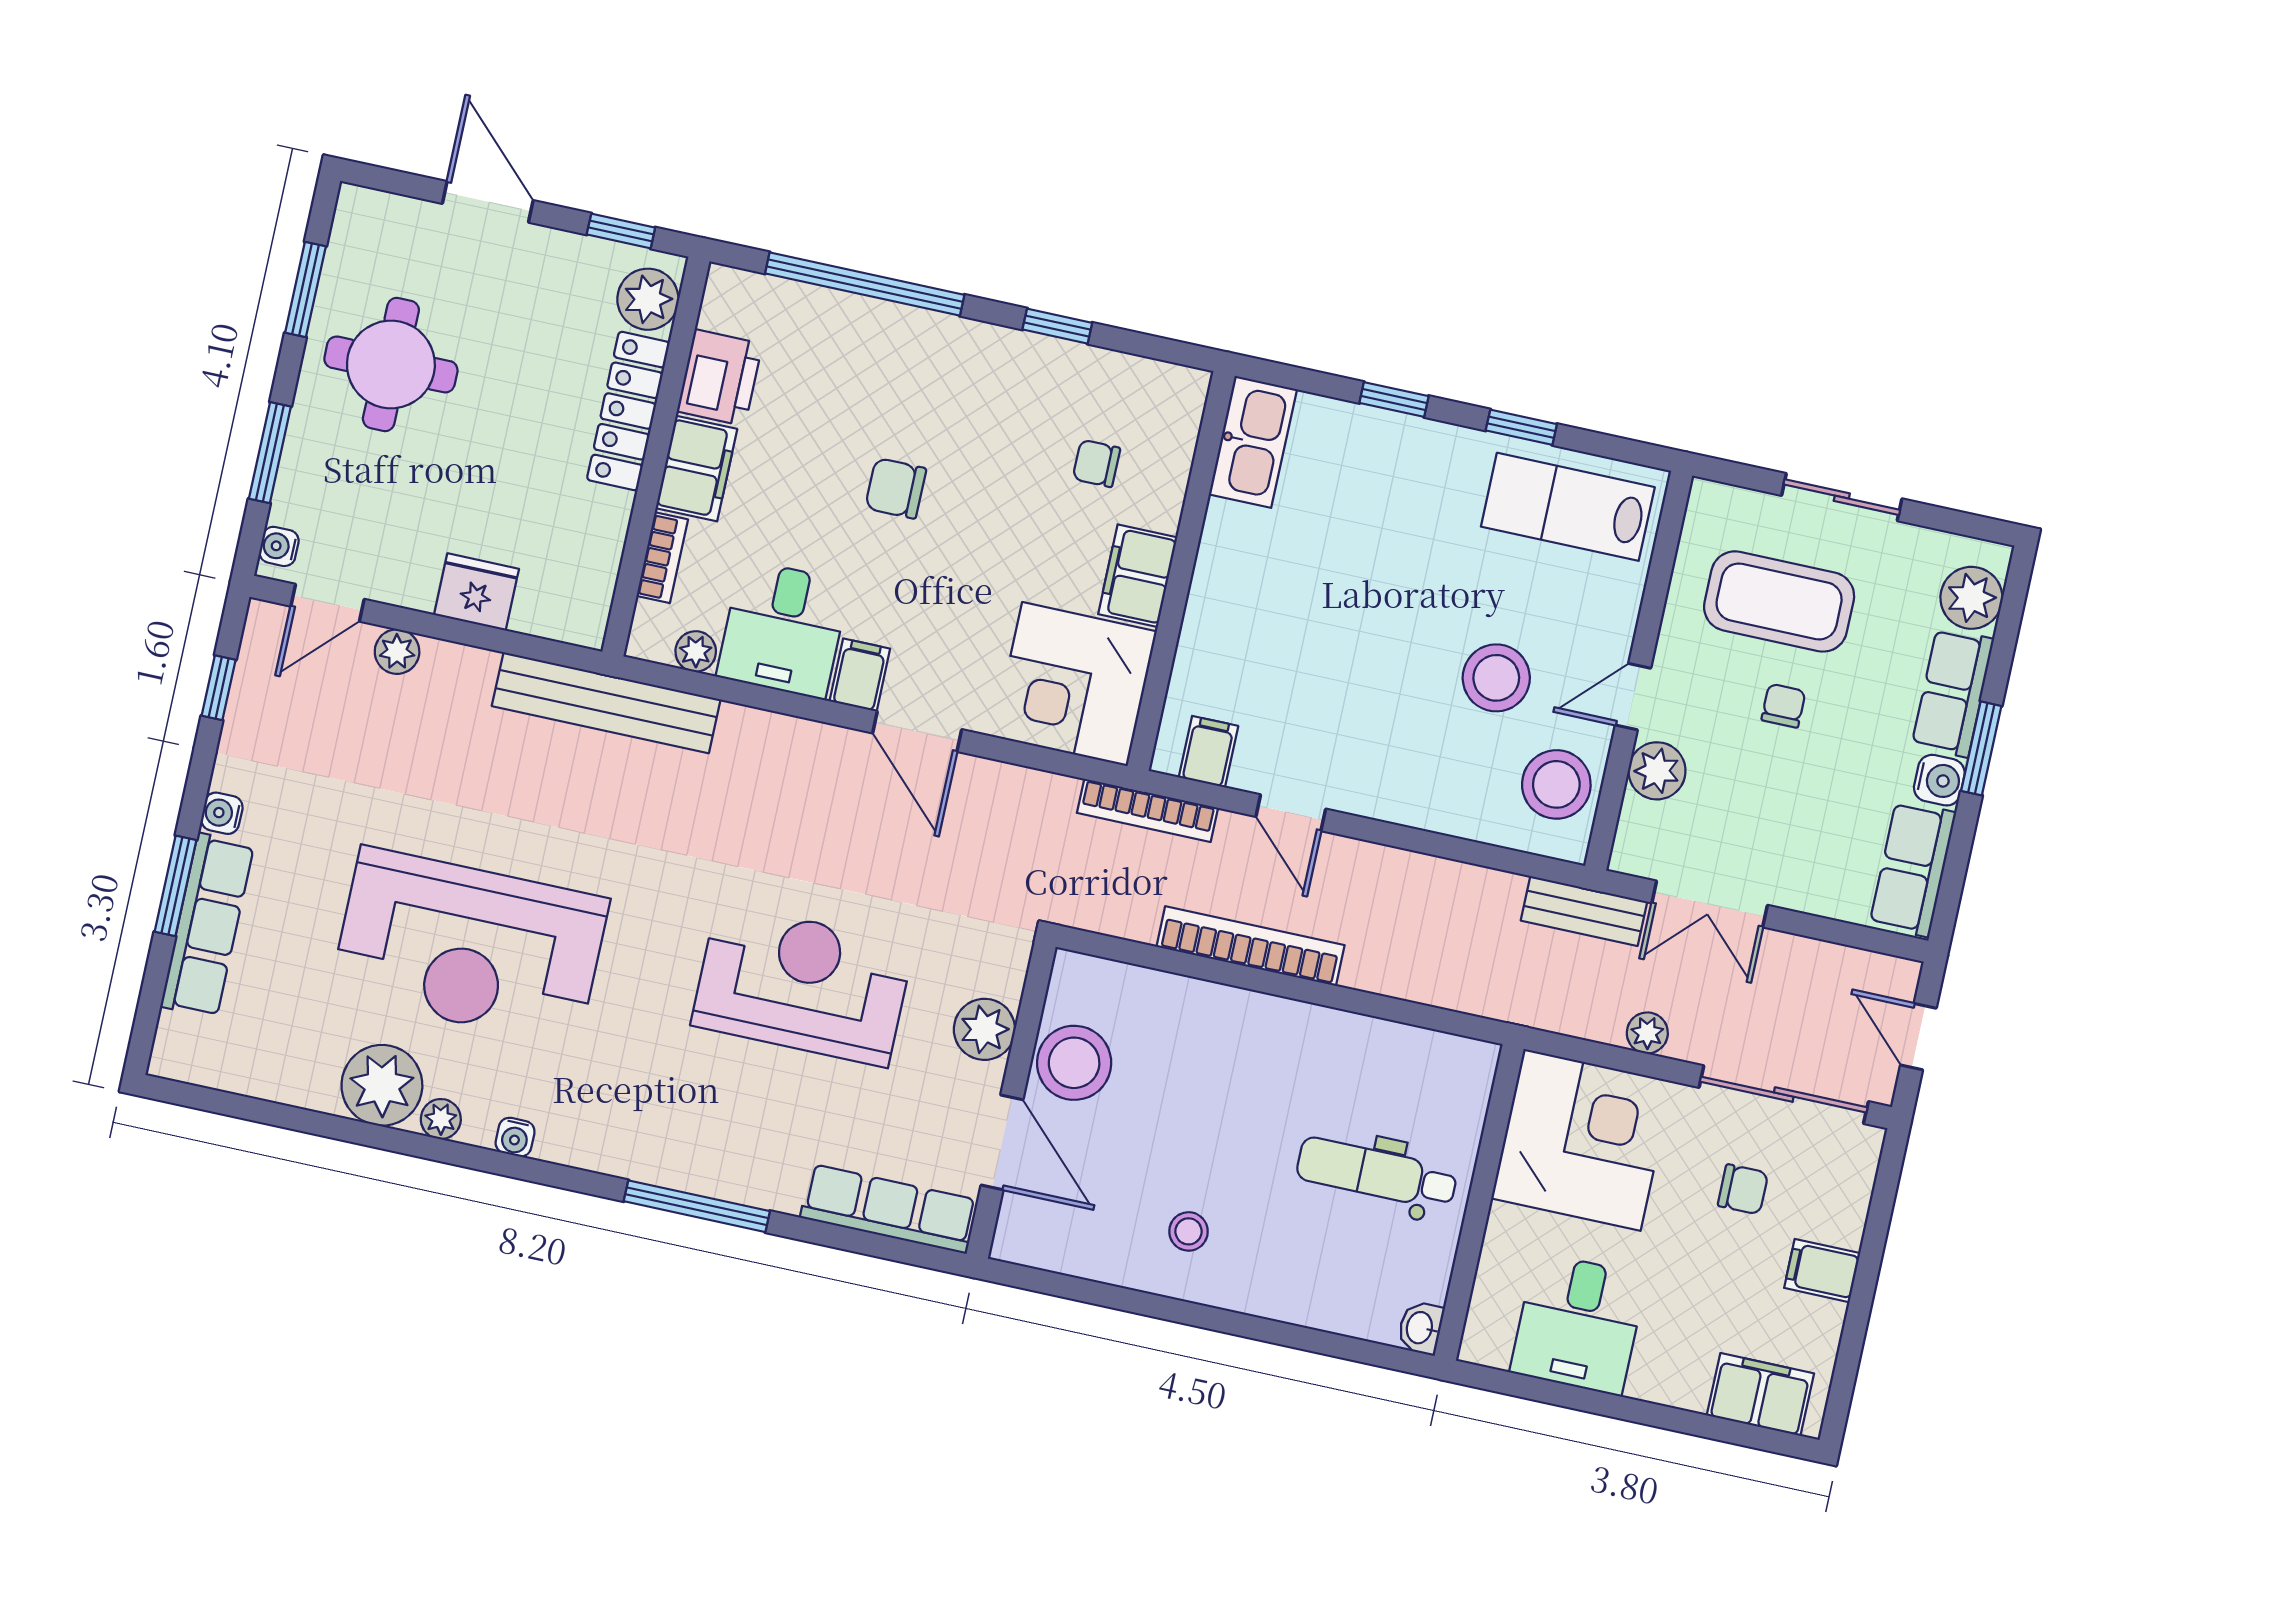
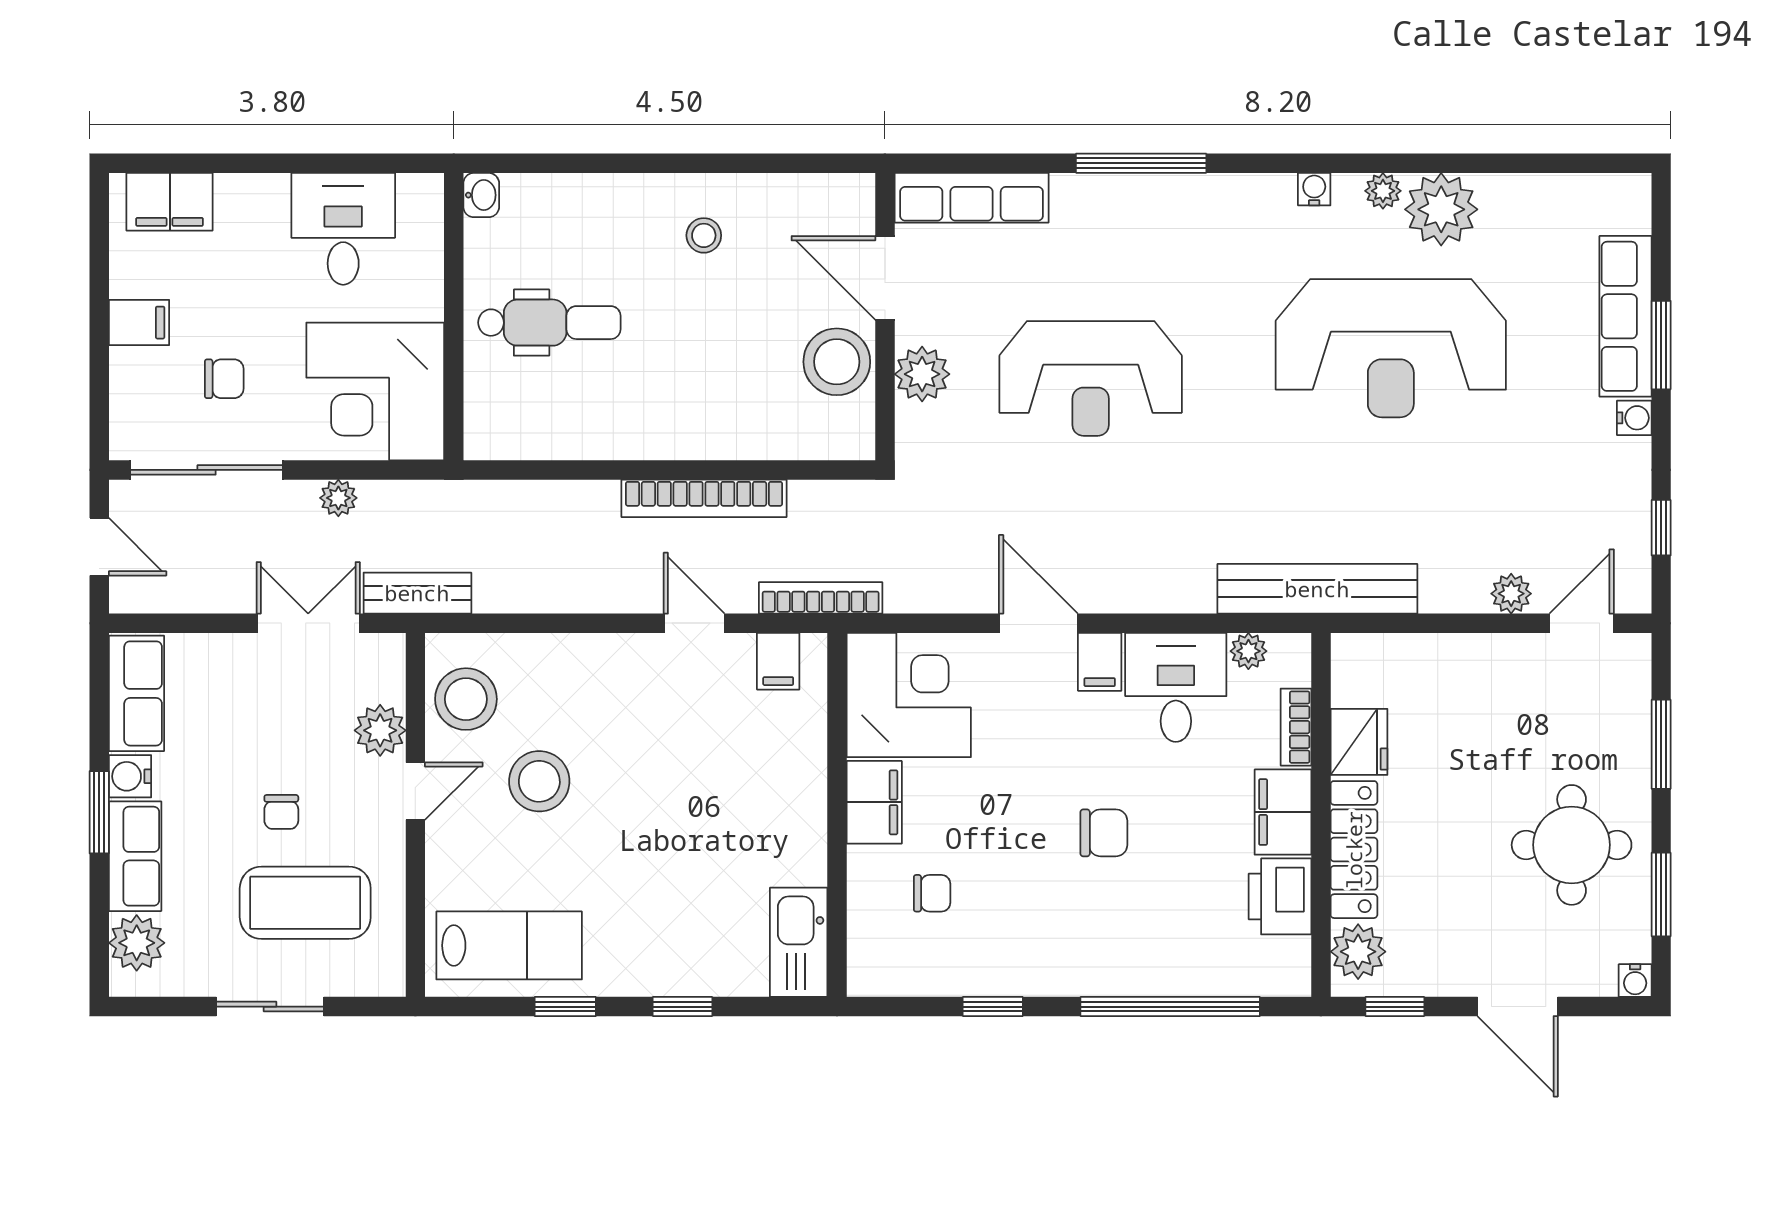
water cooler: (279, 546) -> (1635, 981), moved, turned 90
fridge: (476, 592) -> (1359, 742), moved, turned -90
reception desk: (470, 946) -> (1391, 348), turned 180
chair: (1743, 1189) -> (224, 379), turned 180

